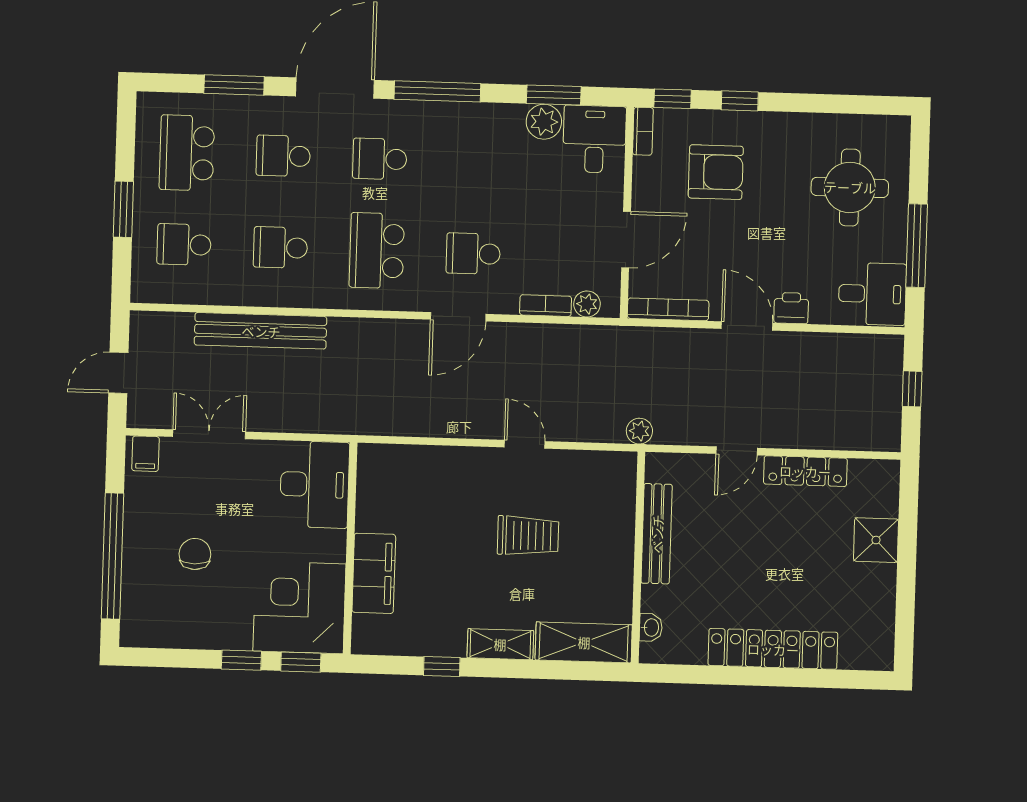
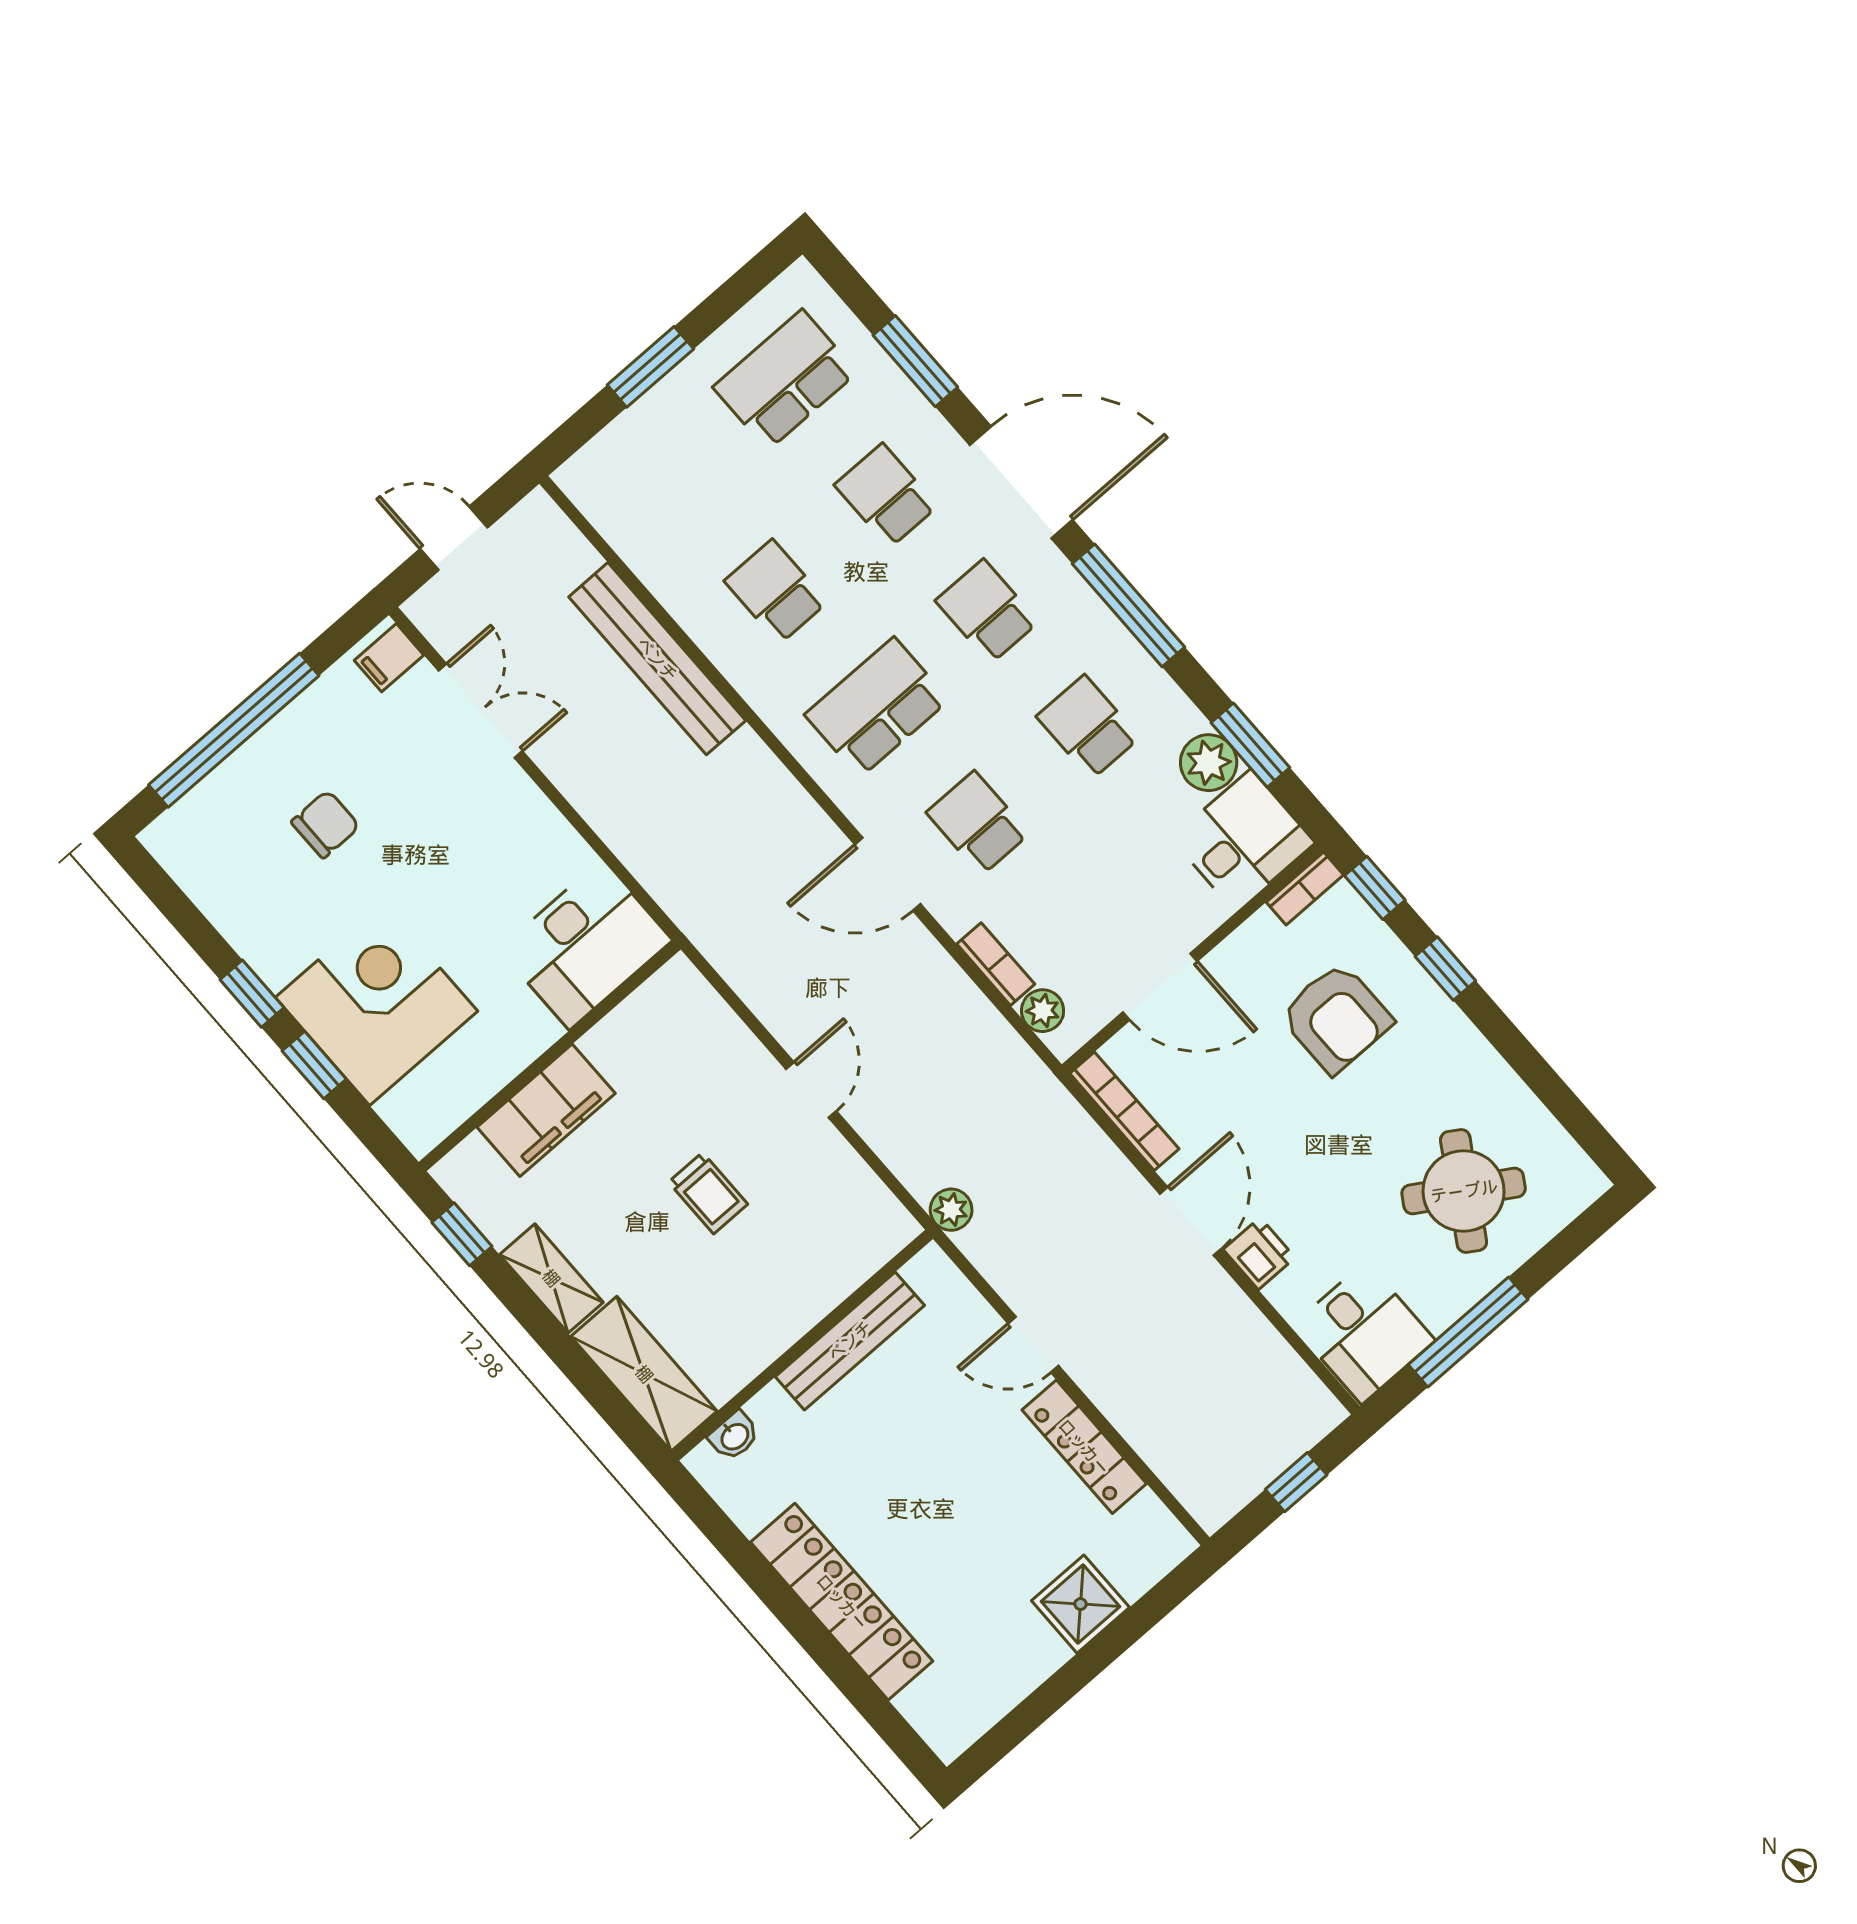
round table: (850, 187) -> (1464, 1191), turned 32
school desk: (184, 244) -> (1088, 727), moved
desk: (315, 484) -> (586, 945), moved
trolley: (528, 536) -> (708, 1193), width x0.73, depth x0.72
wall: (350, 548) -> (550, 1056), moved
filing cabinet: (374, 573) -> (546, 1110), moved

